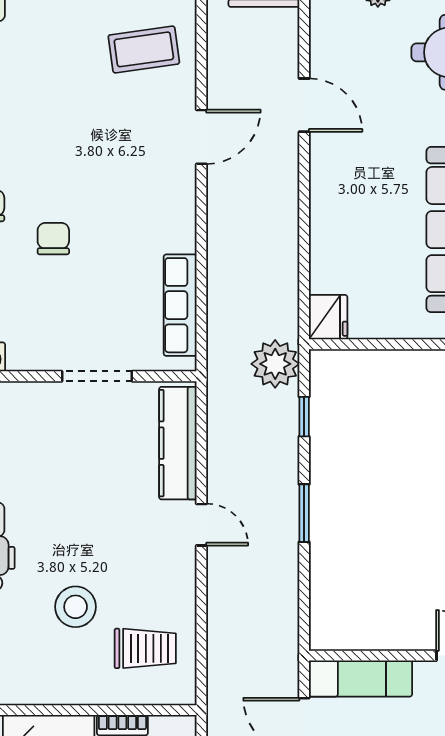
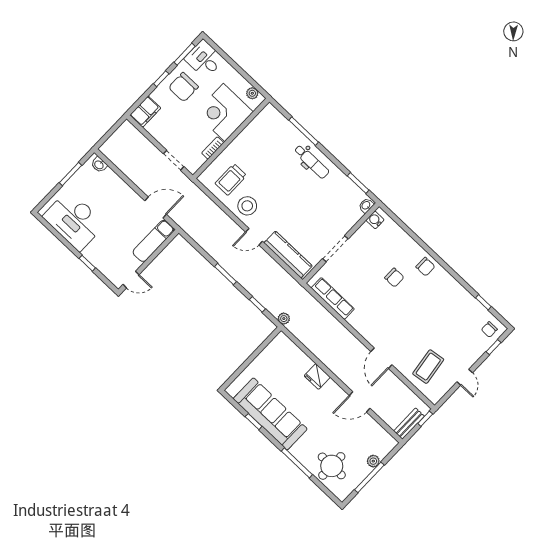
fridge: (328, 317) -> (317, 376), moved
plant: (275, 364) -> (284, 319), width x0.53, depth x0.53
stool: (76, 607) -> (247, 206), moved

